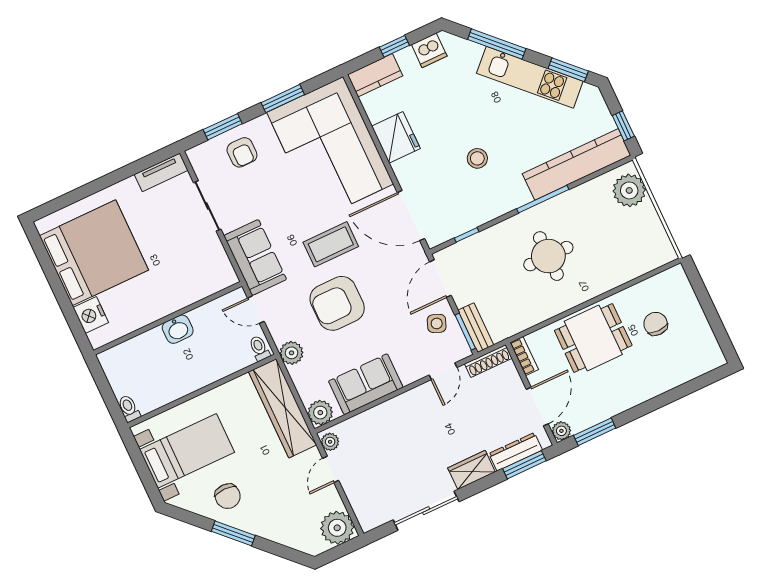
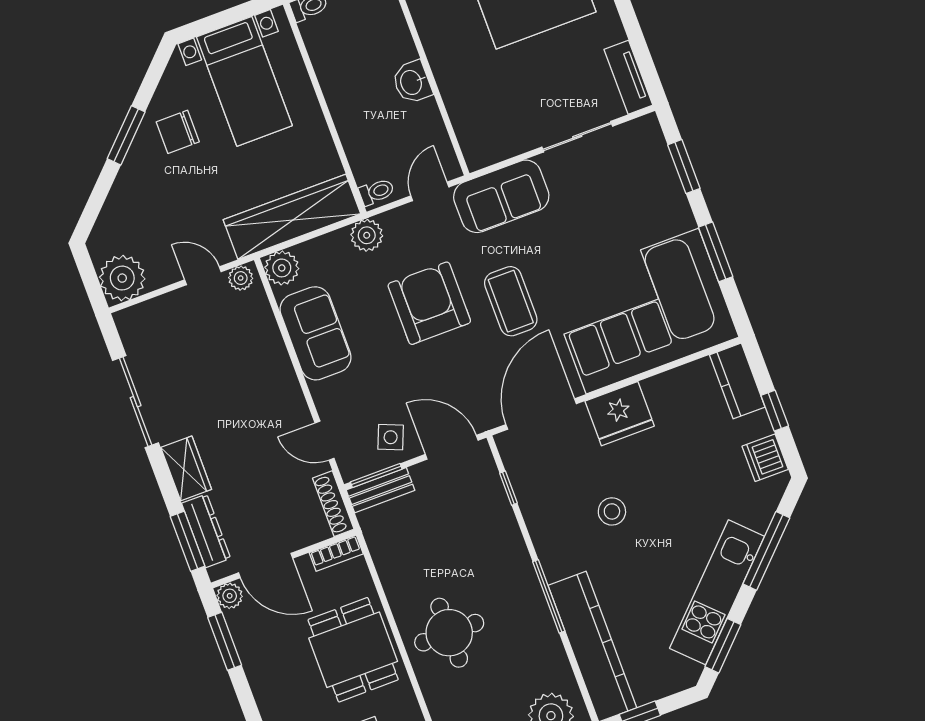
fridge: (396, 137) -> (620, 414), moved
armchair: (242, 152) -> (647, 190), removed
round table: (548, 256) -> (449, 633), moved

